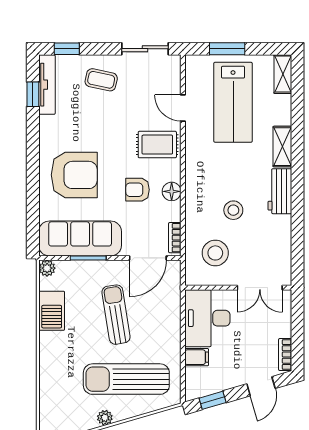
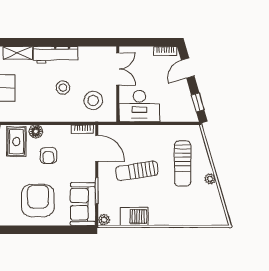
floor lamp: (172, 191) -> (36, 131), moved
workbench: (280, 191) -> (55, 55), width x1.38
sofa: (80, 238) -> (83, 204), width x0.73
filing cabinet: (197, 357) -> (167, 114), removed
sun lounger: (126, 379) -> (183, 164), width x0.73, depth x0.75
door: (261, 386) -> (188, 68), swing flipped

